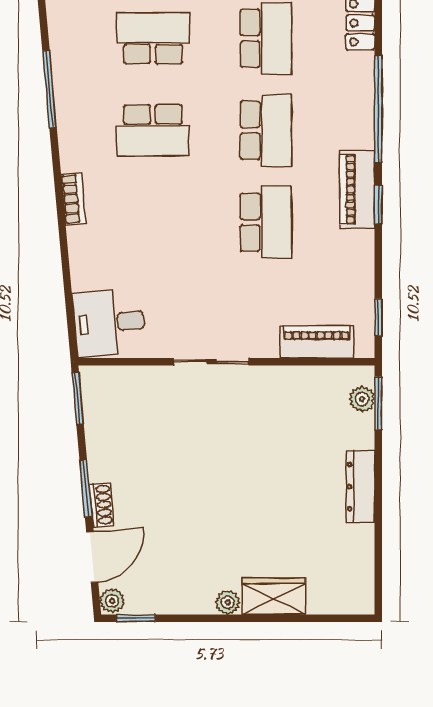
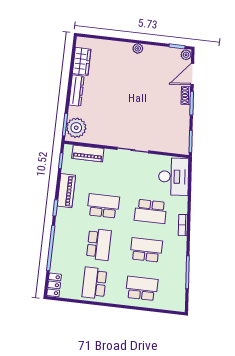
school desk: (153, 38) -> (142, 288), turned 180
school desk: (266, 130) -> (99, 244), turned 180
piano: (357, 190) -> (66, 191), moved
school desk: (153, 222) -> (151, 211), added
school desk: (266, 222) -> (103, 206), turned 90
desk: (109, 322) -> (174, 177), width x1.37
plant: (362, 399) -> (76, 128), width x1.88, depth x1.88
wardrobe: (274, 596) -> (82, 61), moved, turned -90

